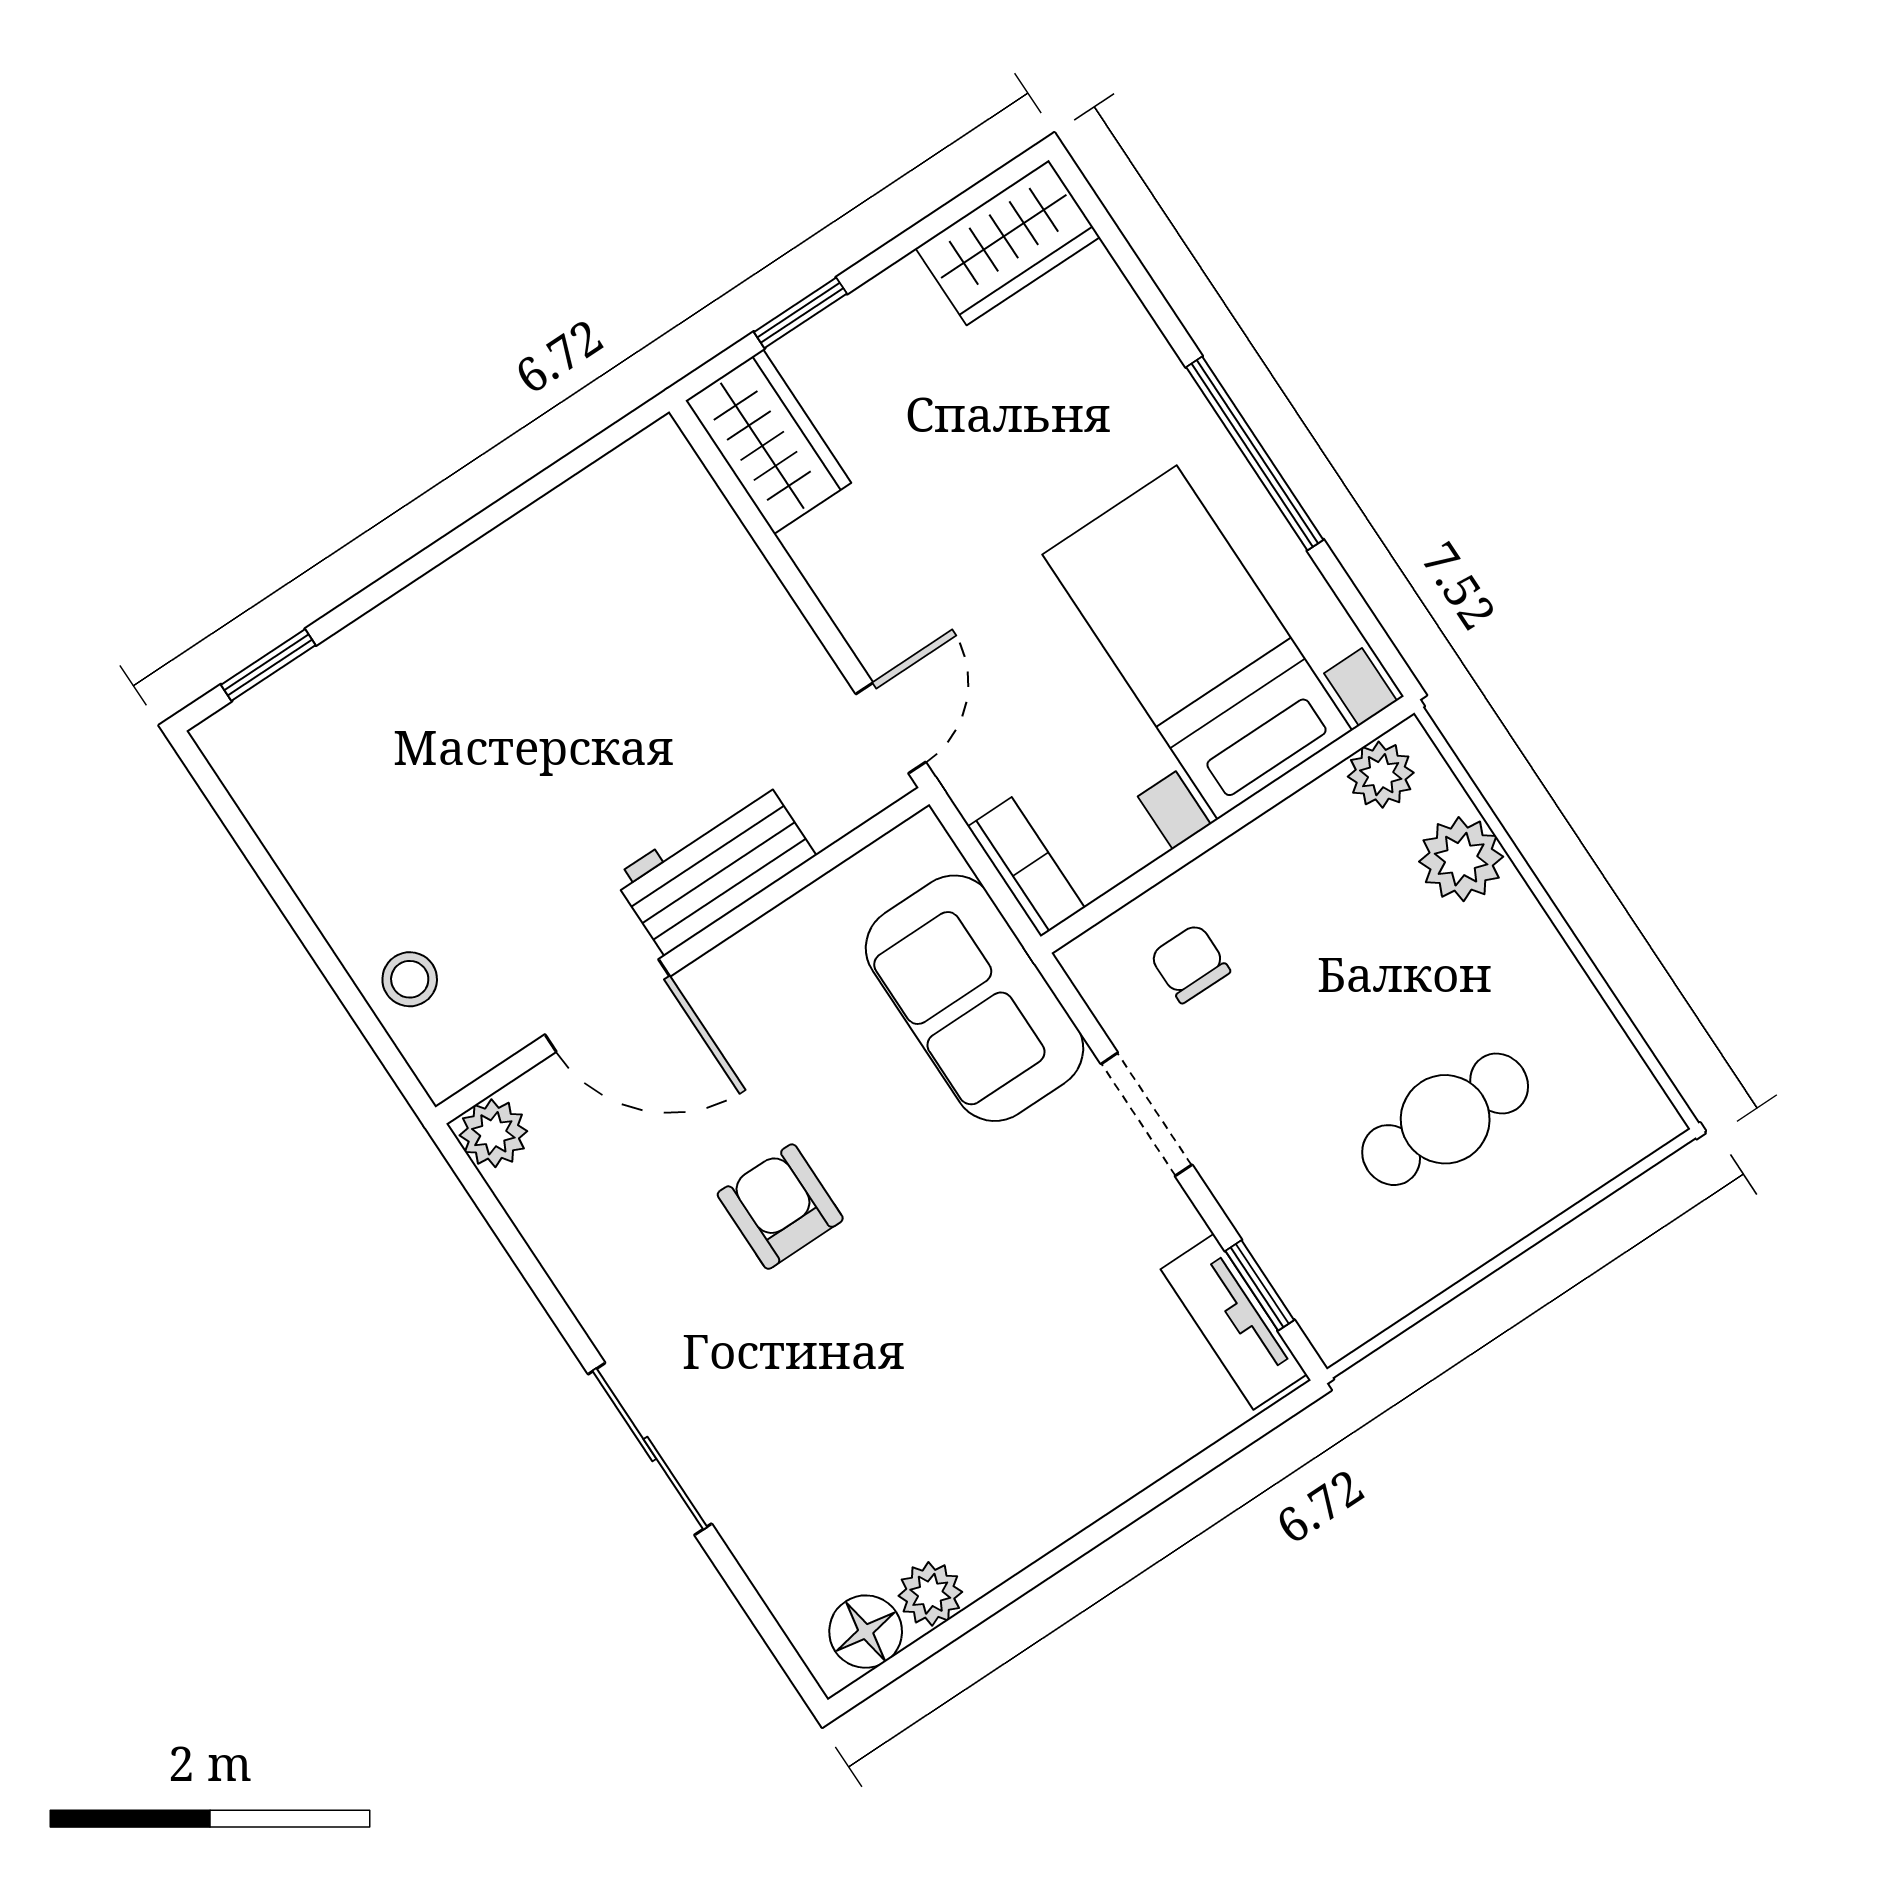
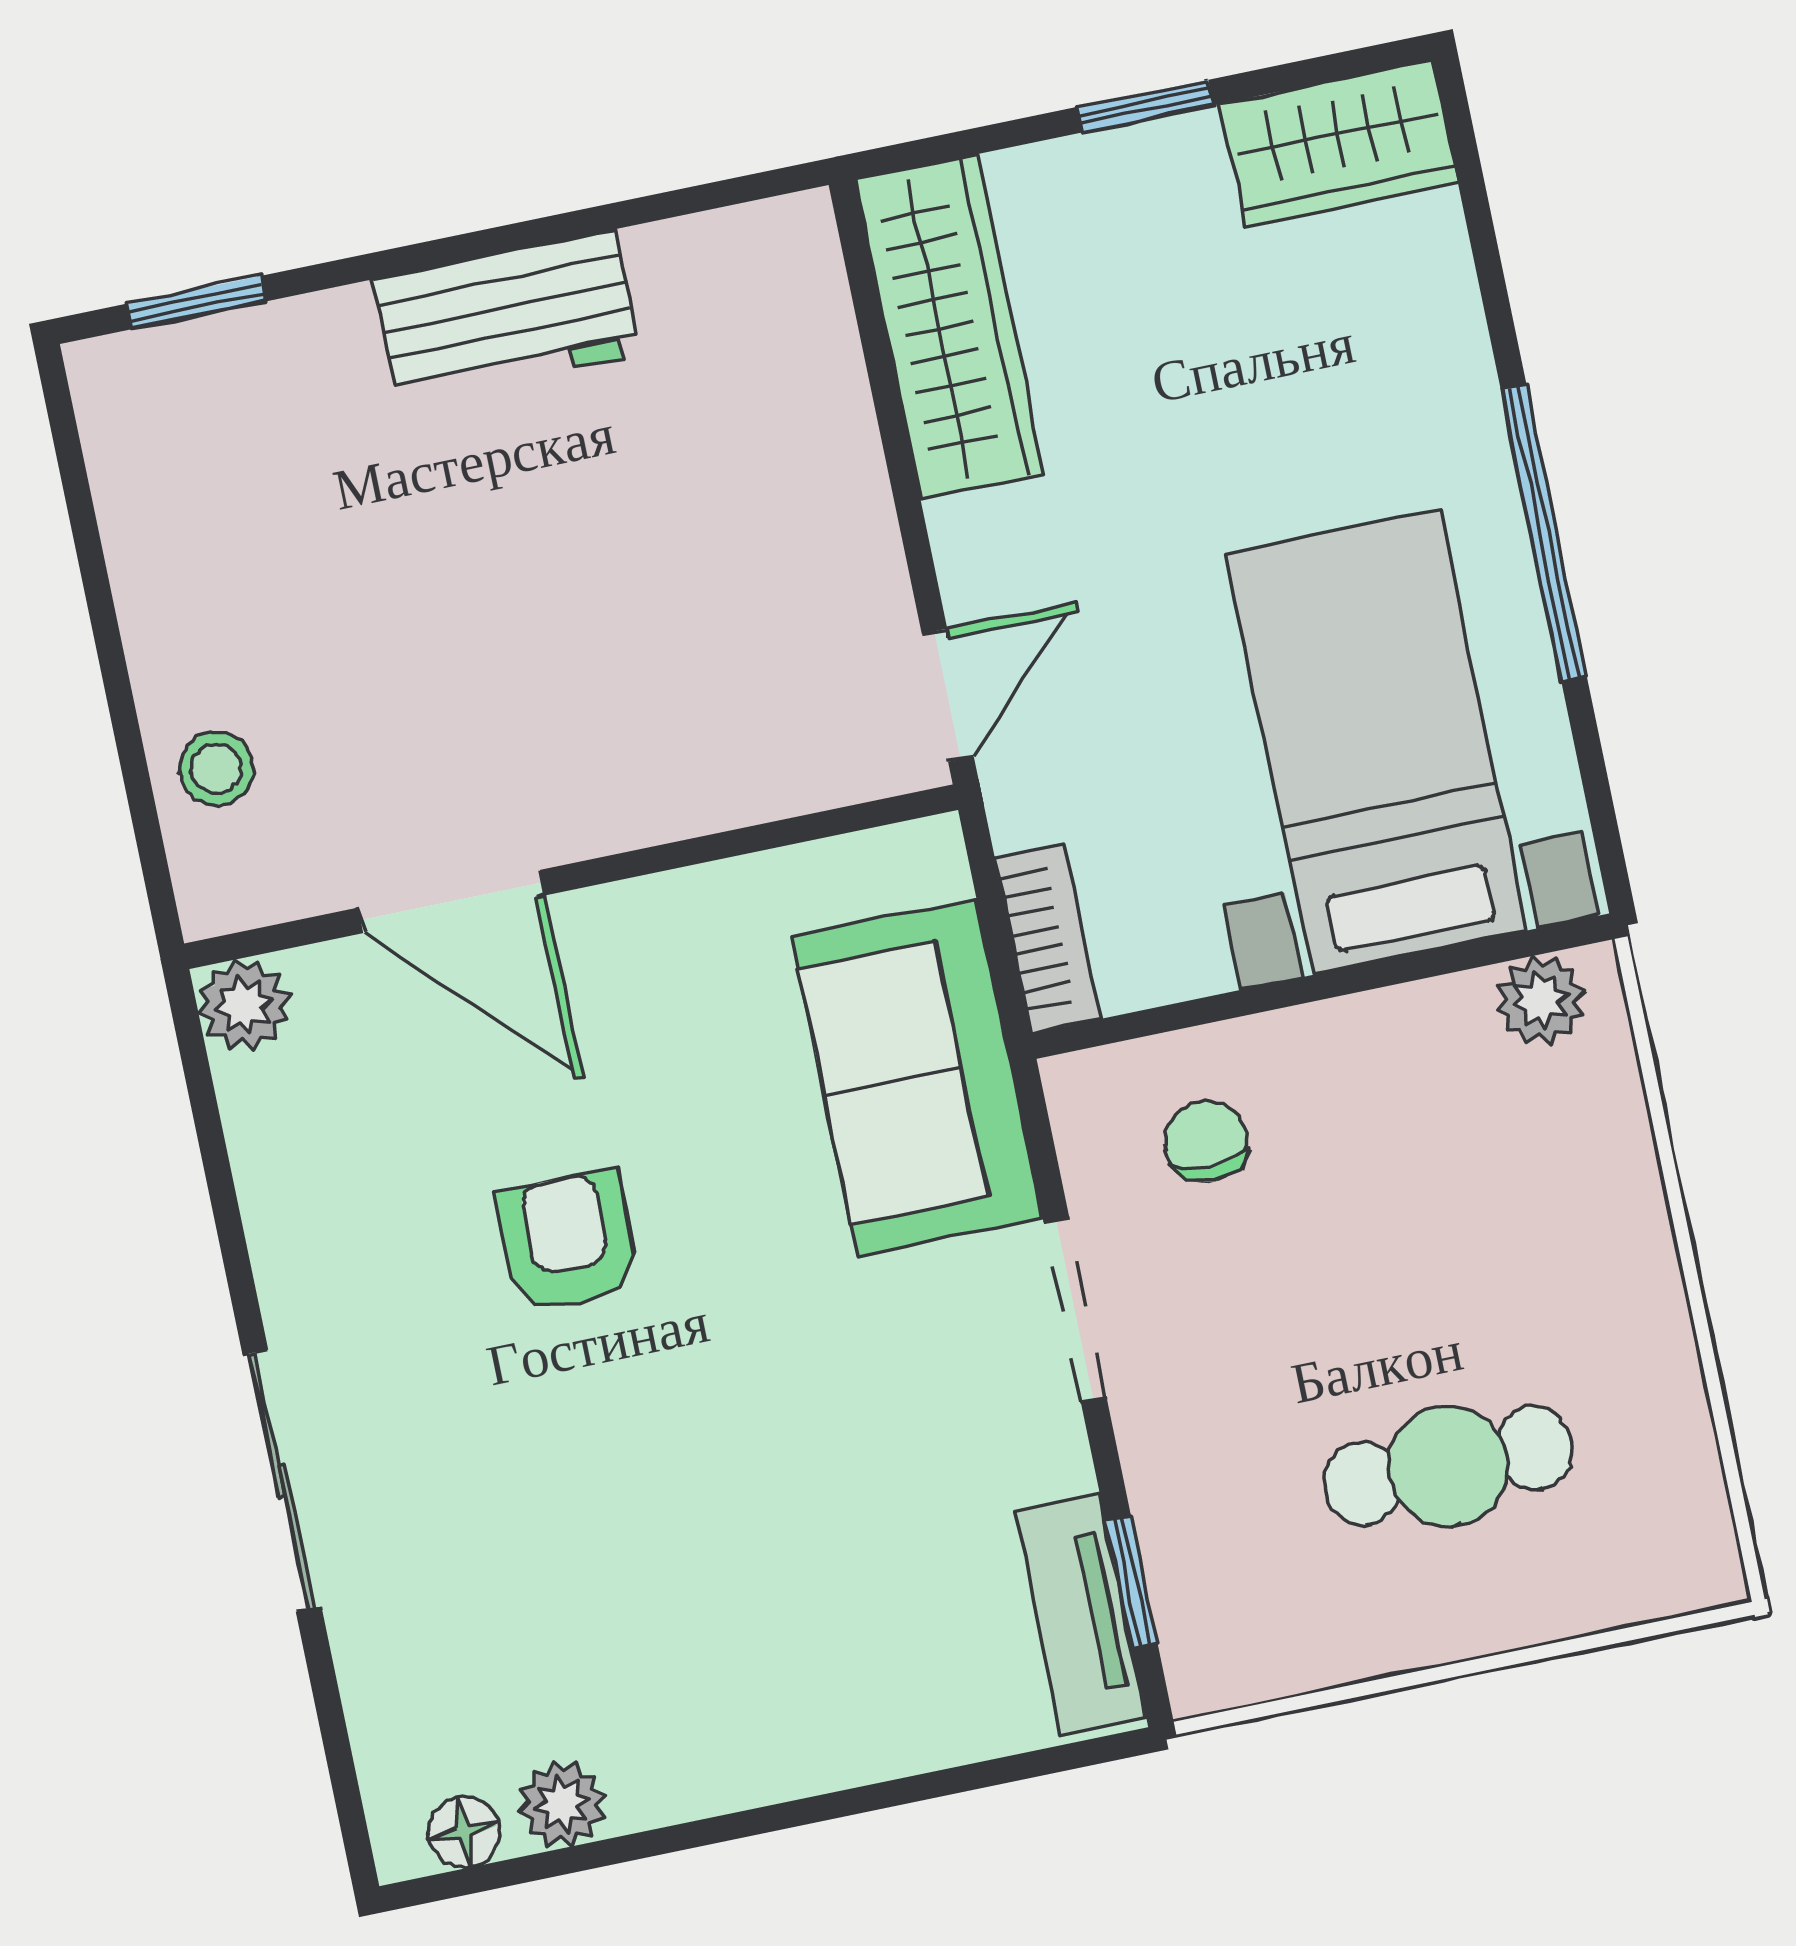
window: (800, 313) -> (1145, 106), moved
wardrobe: (768, 442) -> (949, 326), width x1.50
plant: (1461, 859) -> (1599, 1147), removed
workbench: (714, 866) -> (507, 317), moved, turned 180
floor lamp: (866, 1632) -> (464, 1832), width x0.73, depth x0.73

